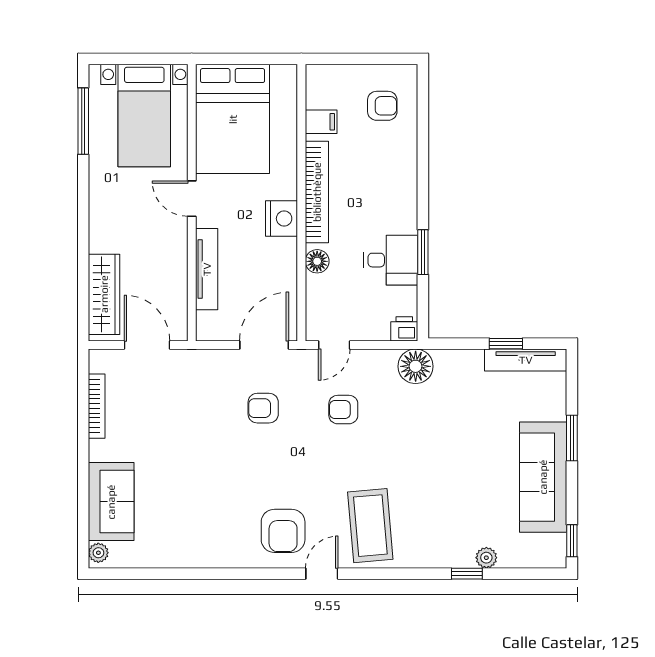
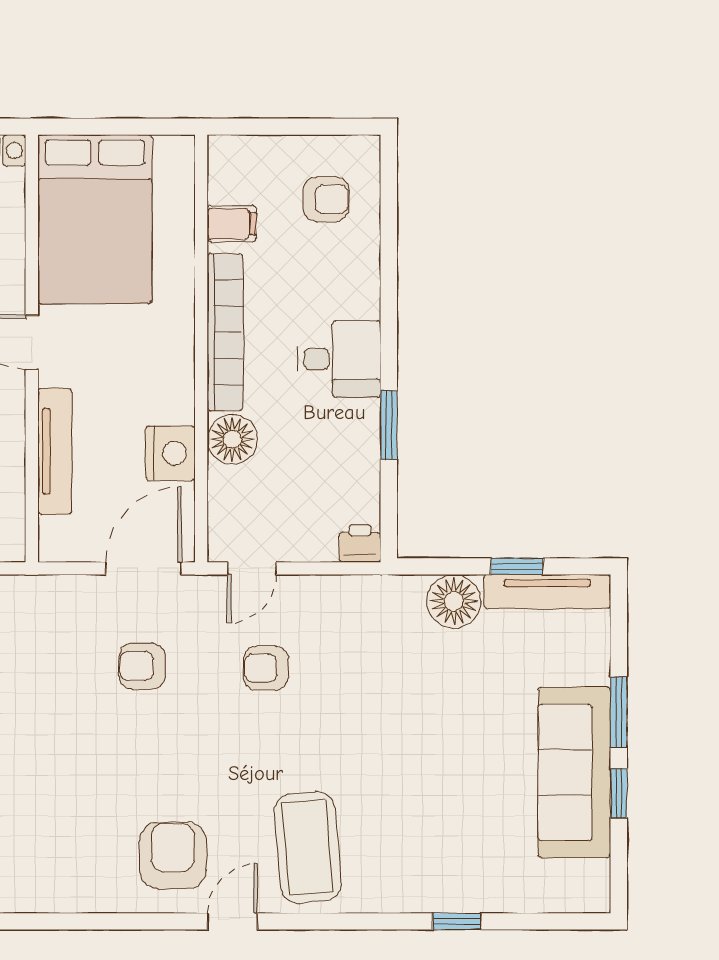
nightstand: (282, 219) -> (171, 453), moved
desk: (391, 260) -> (339, 359), moved
floor lamp: (317, 261) -> (232, 439), width x1.38, depth x1.38
floor lamp: (416, 366) -> (454, 601), moved
armchair: (283, 531) -> (173, 855), turned 180
window: (572, 541) -> (619, 793), moved
plant: (486, 558) -> (487, 897), removed

